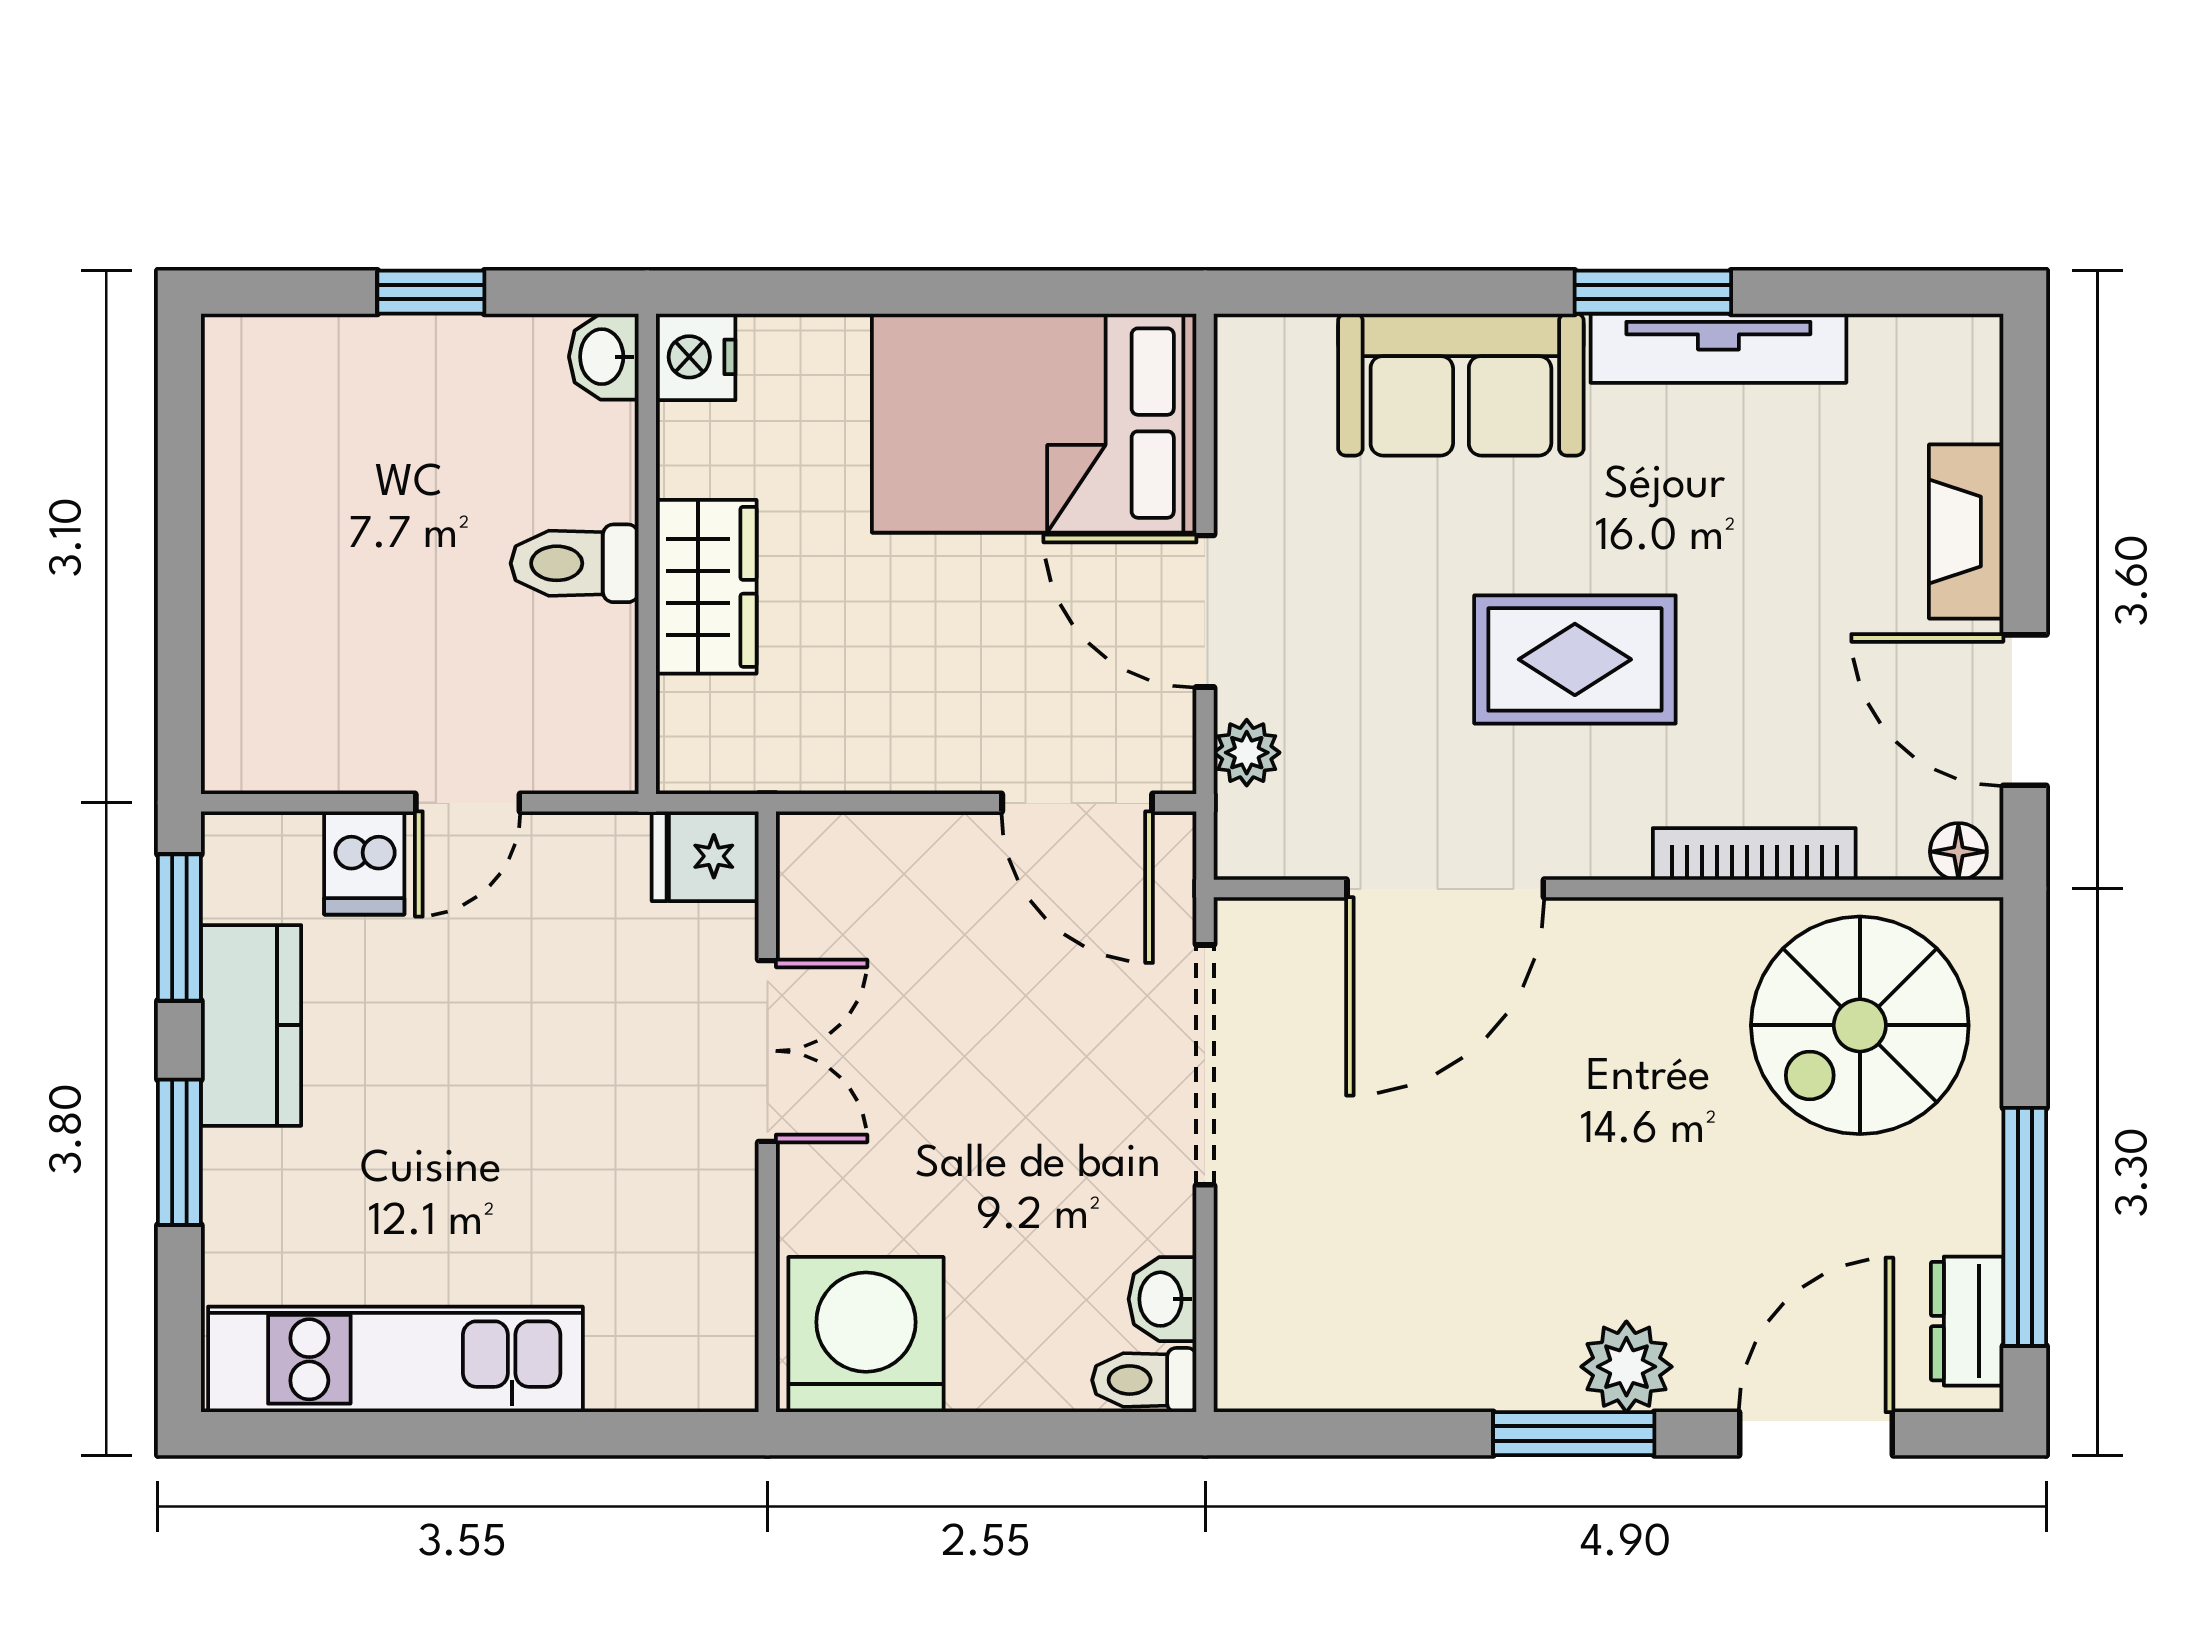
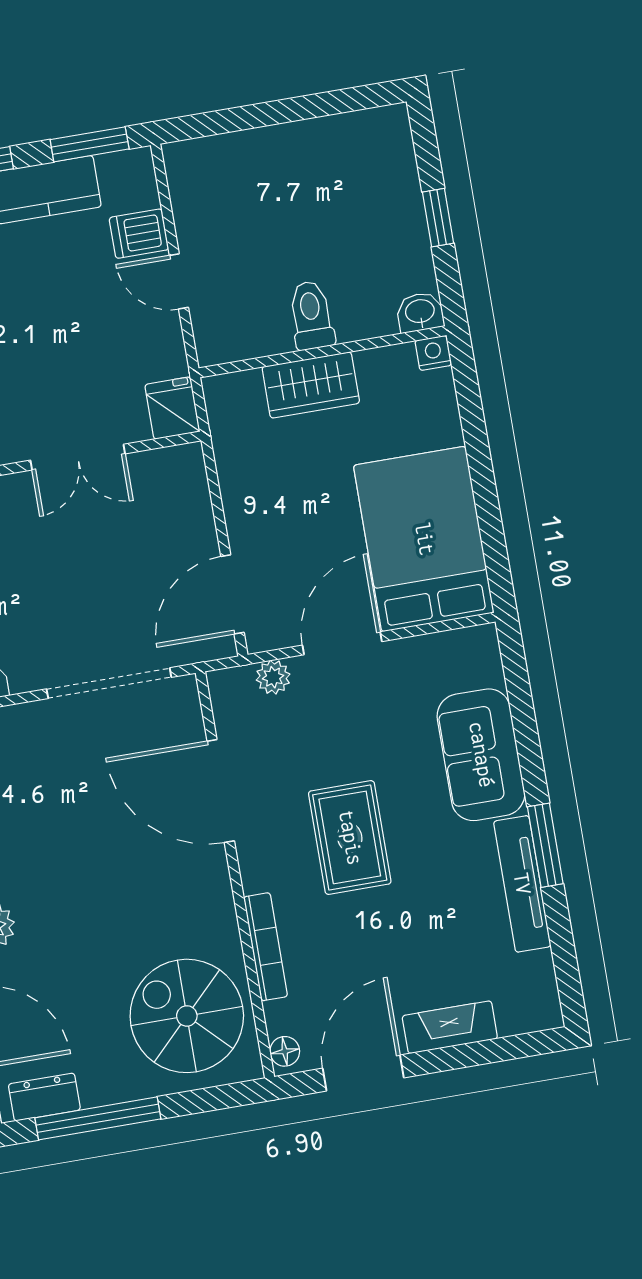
nightstand: (696, 357) -> (433, 353), width x0.72, depth x0.74

